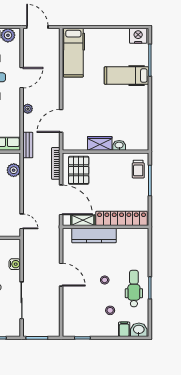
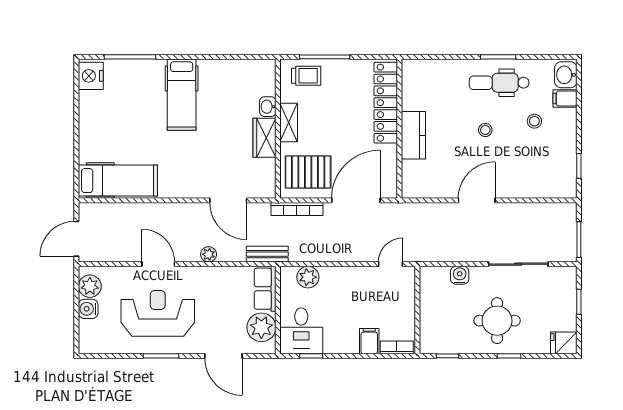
hospital bed: (127, 76) -> (182, 95), moved
shelving: (83, 220) -> (289, 123), moved
kitchen counter: (94, 235) -> (413, 135), width x0.67

